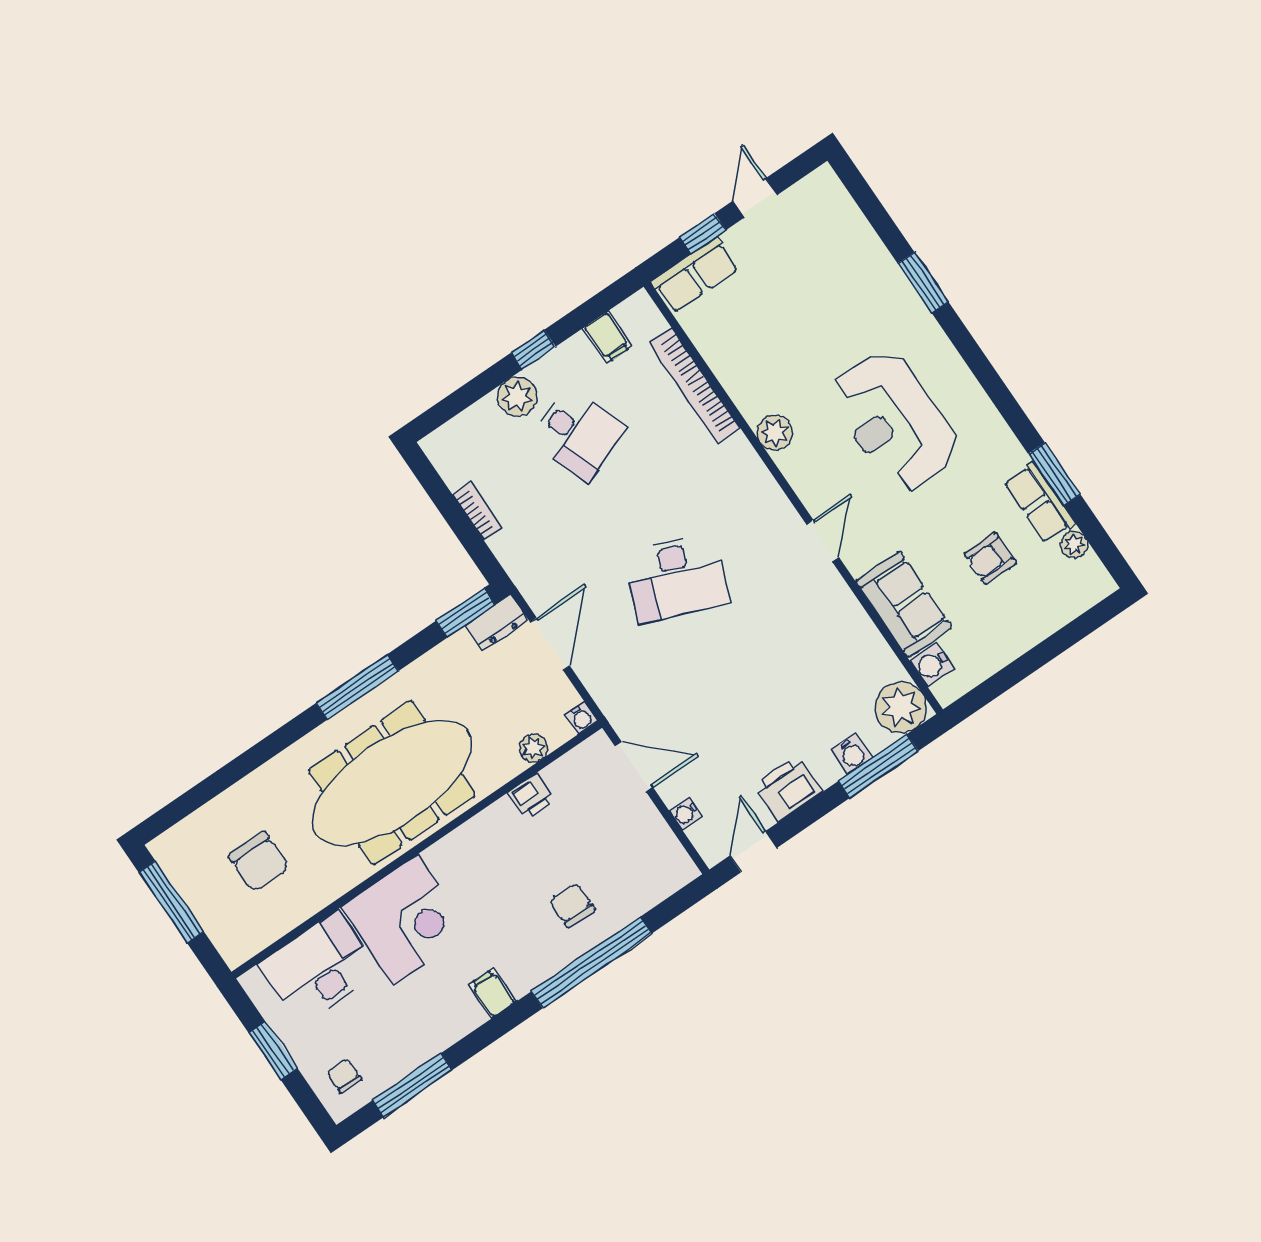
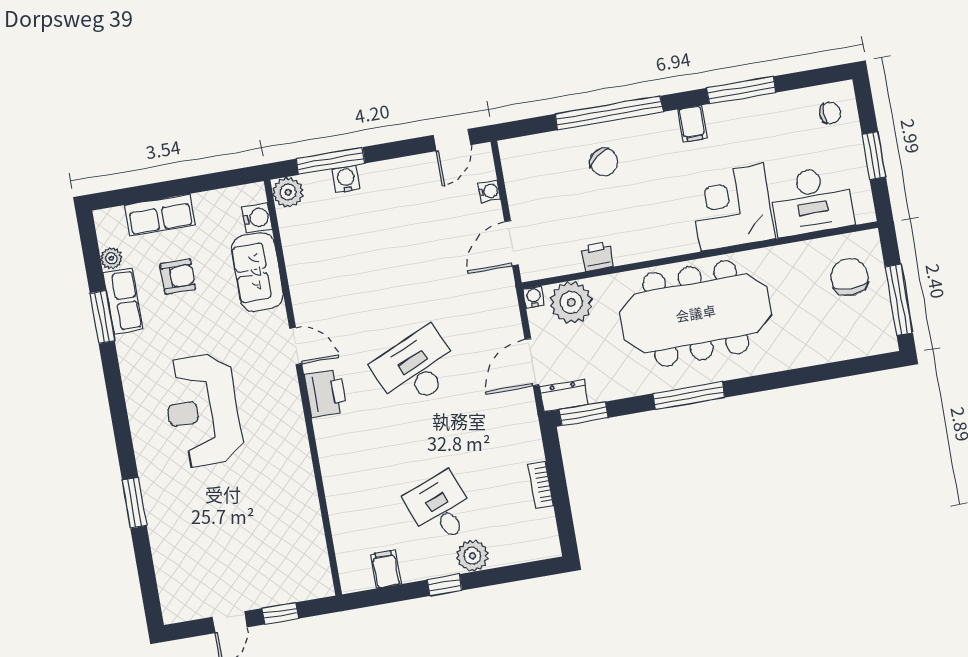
row of seats: (695, 275) -> (160, 215), moved, turned 180
bookcase: (695, 385) -> (338, 504), removed
reception desk: (894, 421) -> (203, 411), turned 180
plant: (775, 433) -> (295, 442), removed
door: (823, 541) -> (296, 346), swing flipped
desk: (676, 578) -> (416, 368), turned -45
plant: (901, 707) -> (288, 192), width x0.73, depth x0.73
plant: (533, 748) -> (571, 302), width x1.88, depth x1.88
door: (634, 767) -> (511, 243), hinge flipped
printer: (788, 789) -> (326, 393), moved, turned -90
chair: (259, 862) -> (849, 277), moved
chair: (572, 905) -> (604, 162), turned -37
chair: (344, 1076) -> (830, 113), turned -90
window: (412, 1085) -> (741, 90), moved

